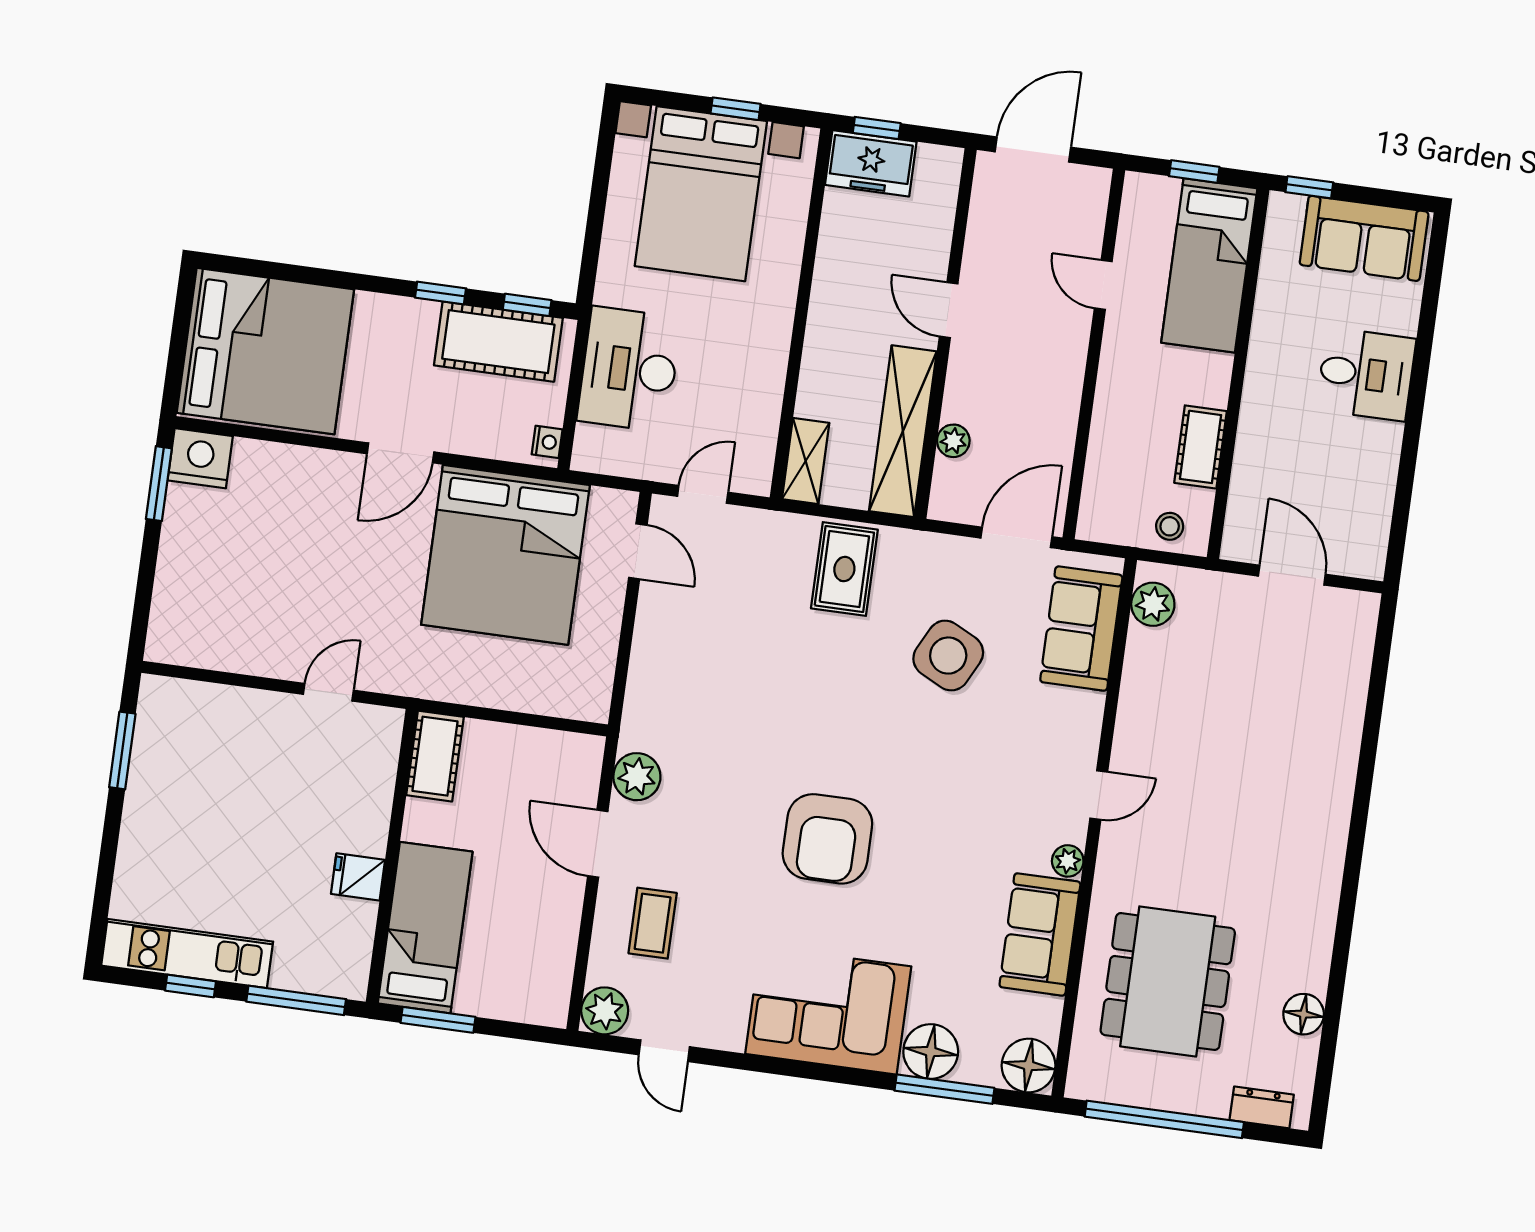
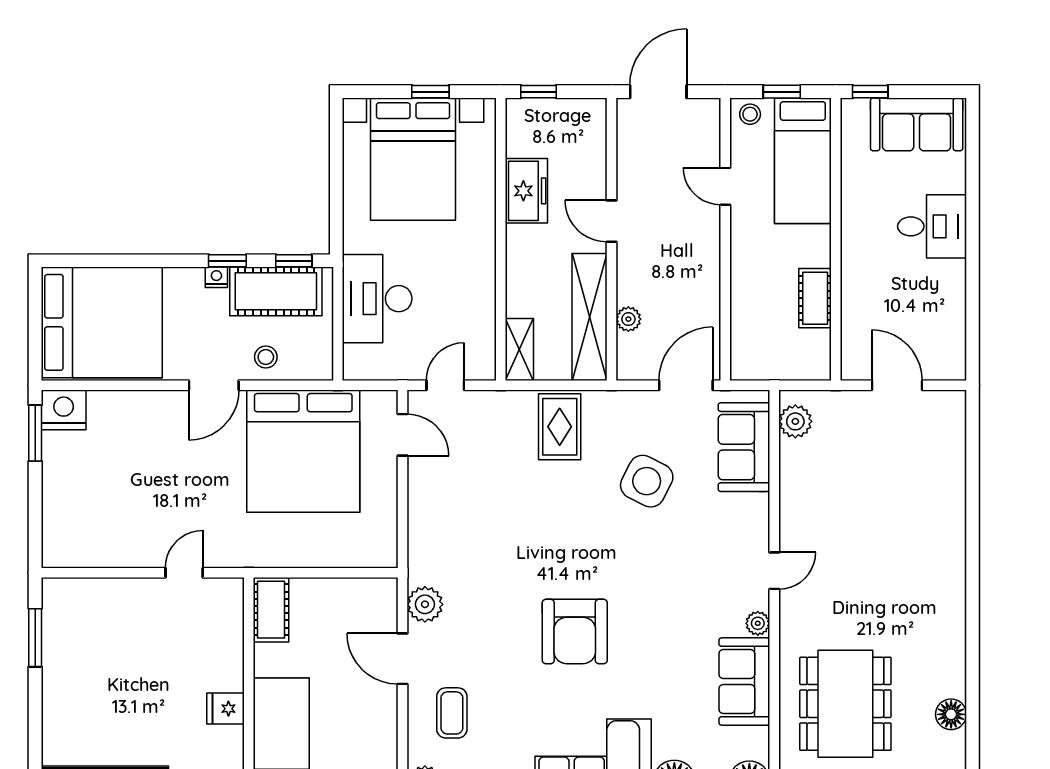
freezer: (871, 163) -> (526, 191), moved, turned -90
stool: (473, 426) -> (266, 357), added
nightstand: (547, 442) -> (216, 277), moved, turned -90
stool: (1170, 526) -> (750, 114), moved

